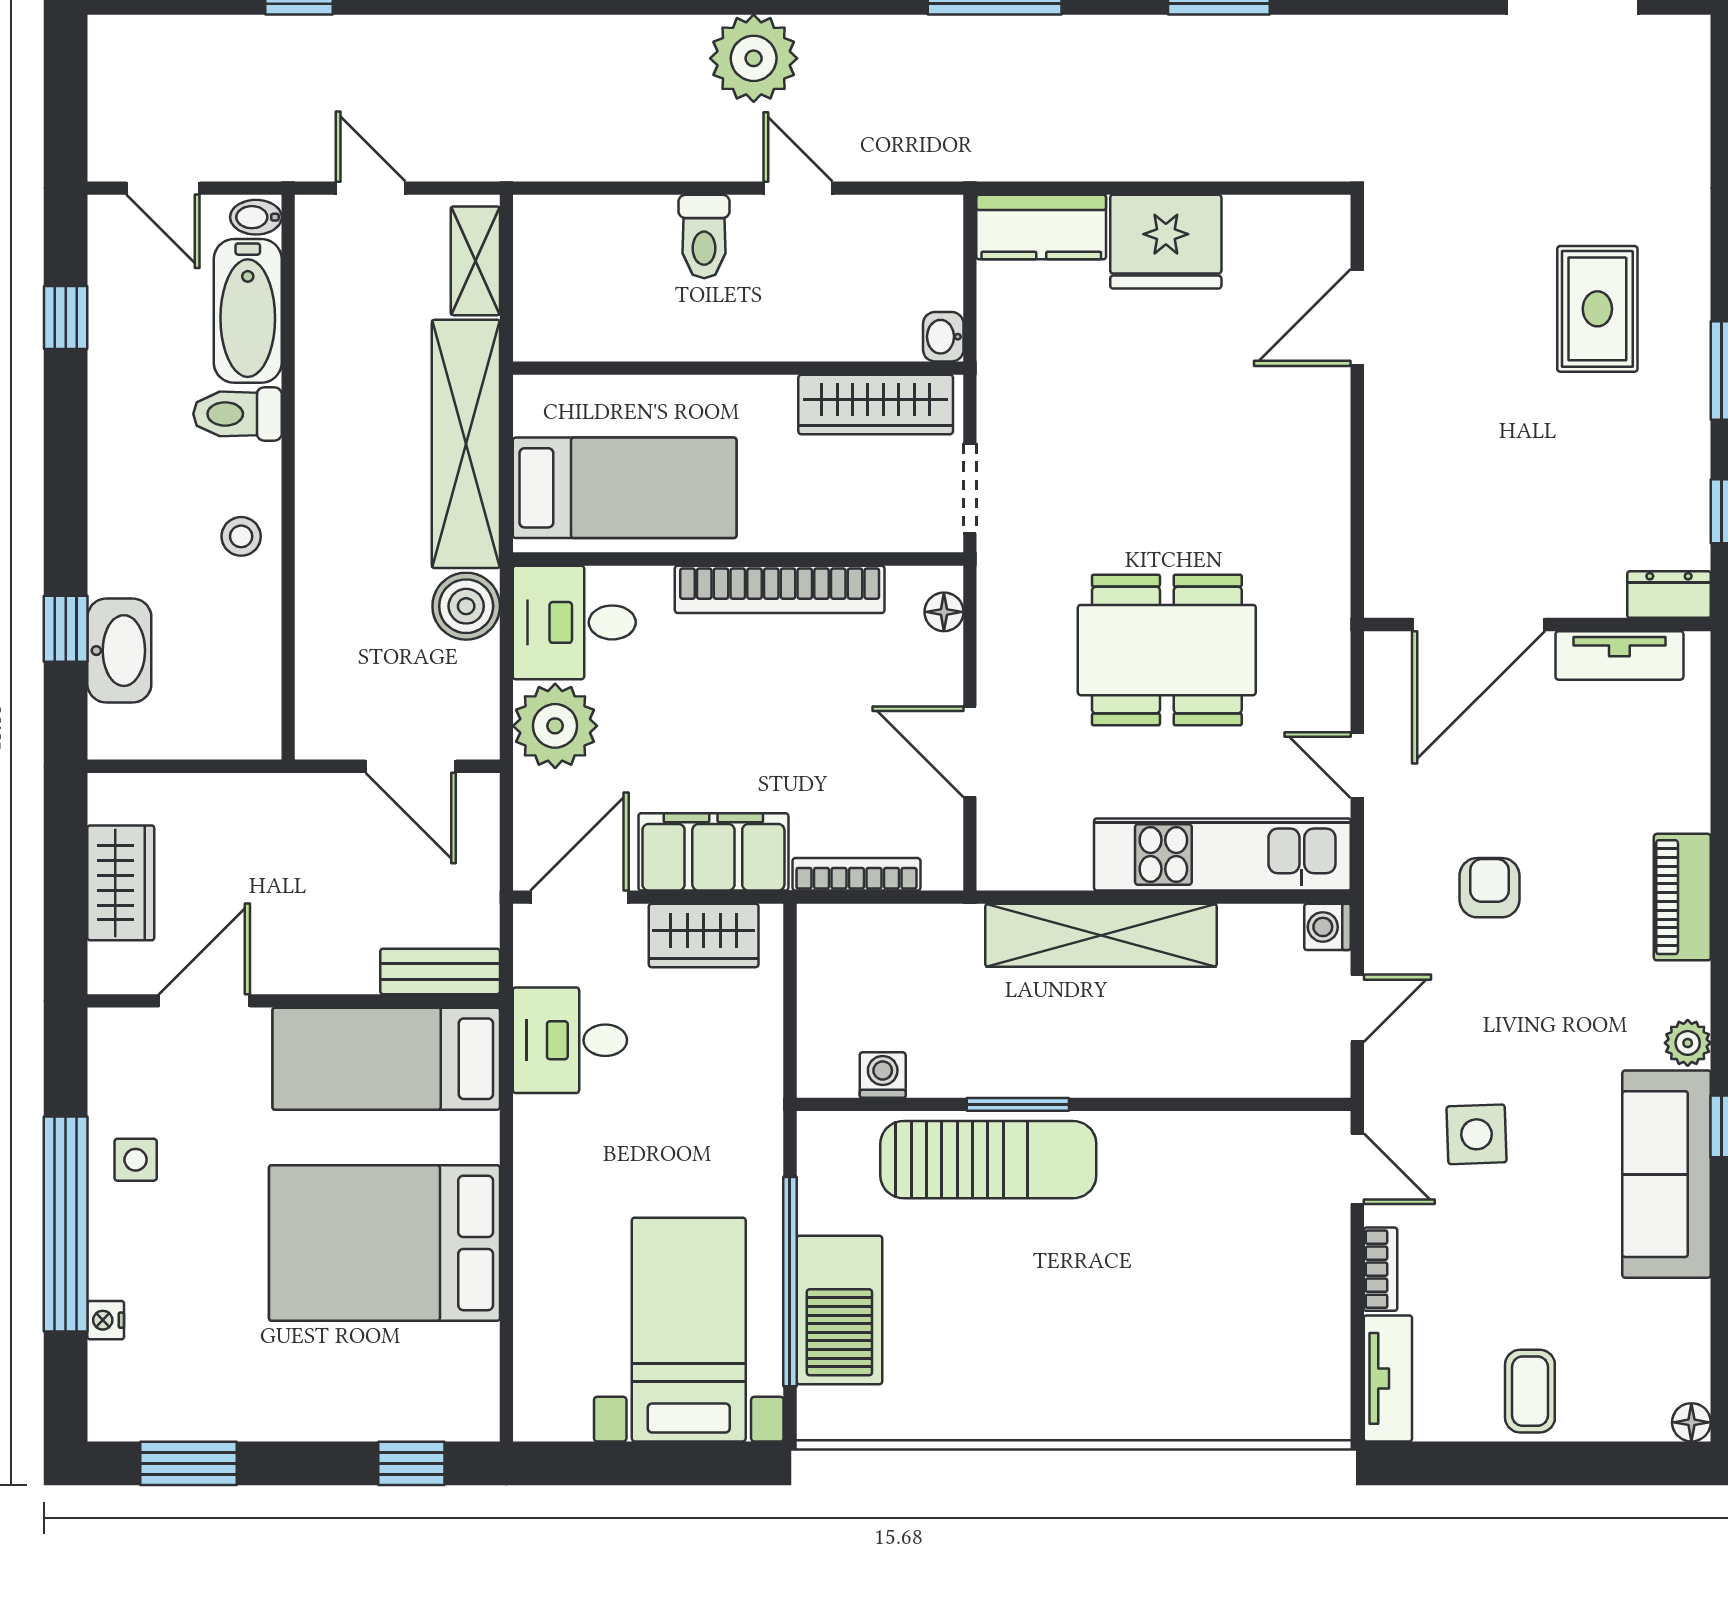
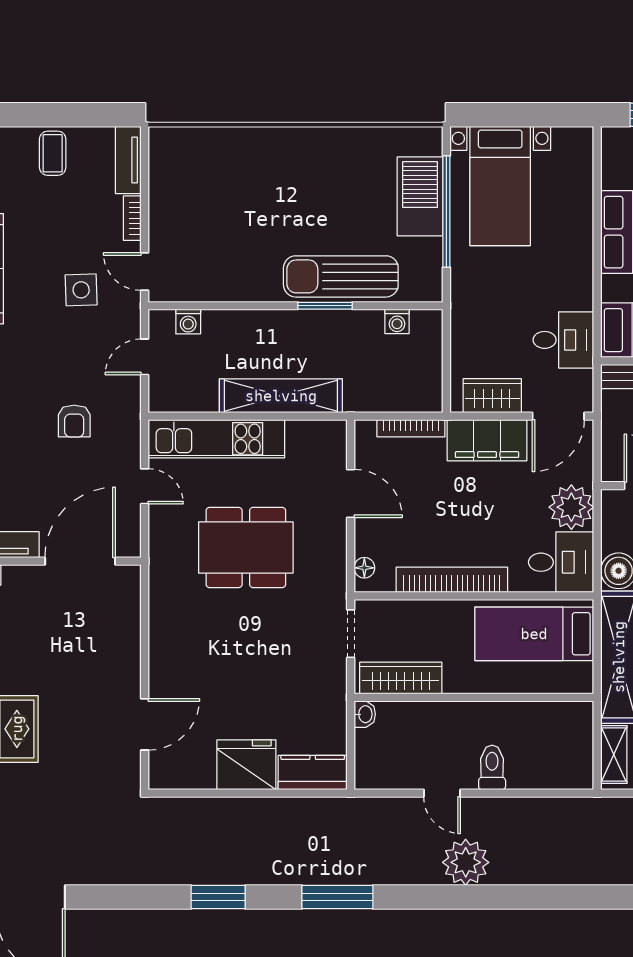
washing machine: (1327, 927) -> (188, 322), moved, turned 90

